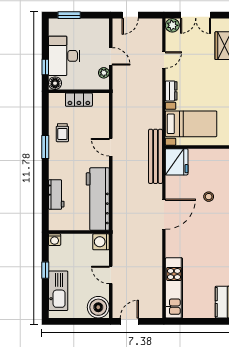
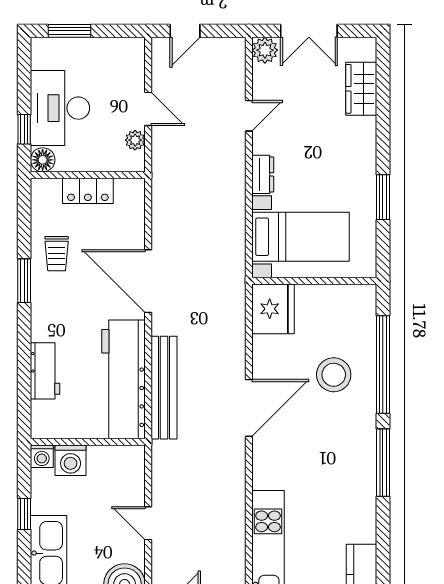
door: (111, 147) -> (148, 281), width x1.88
bench: (155, 156) -> (164, 388), moved
stool: (209, 197) -> (334, 375), width x1.89, depth x1.89
washing machine: (101, 242) -> (71, 460), moved, turned -90

